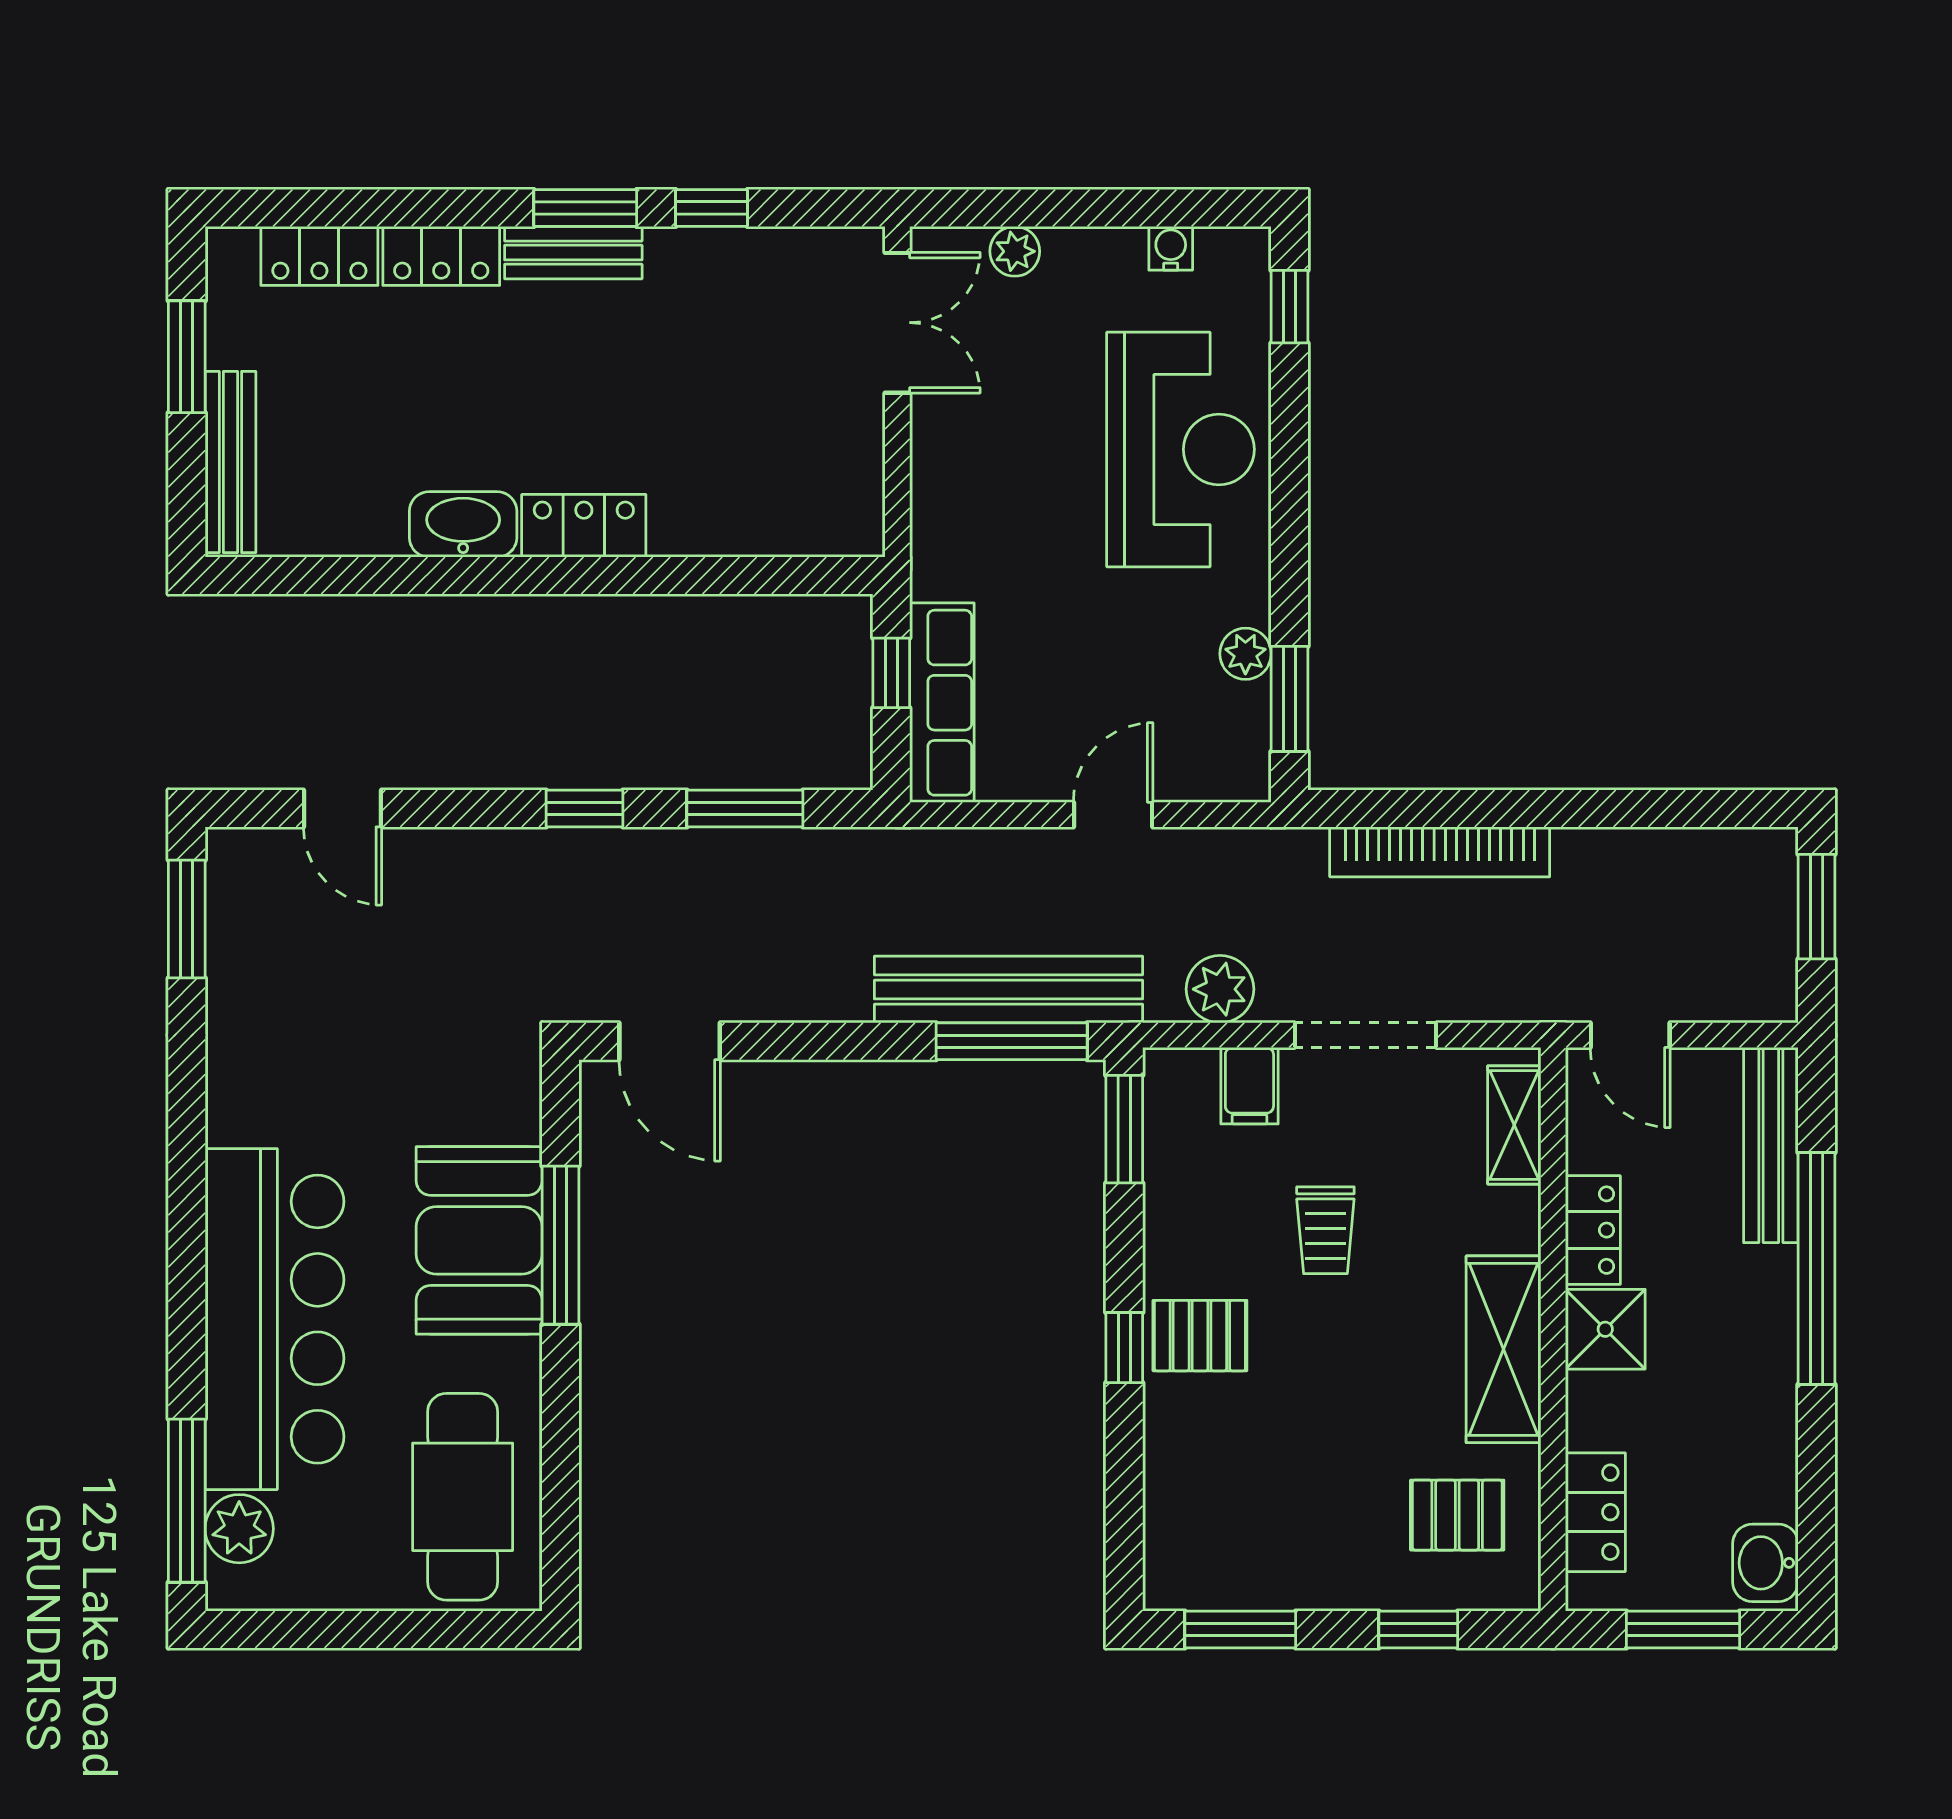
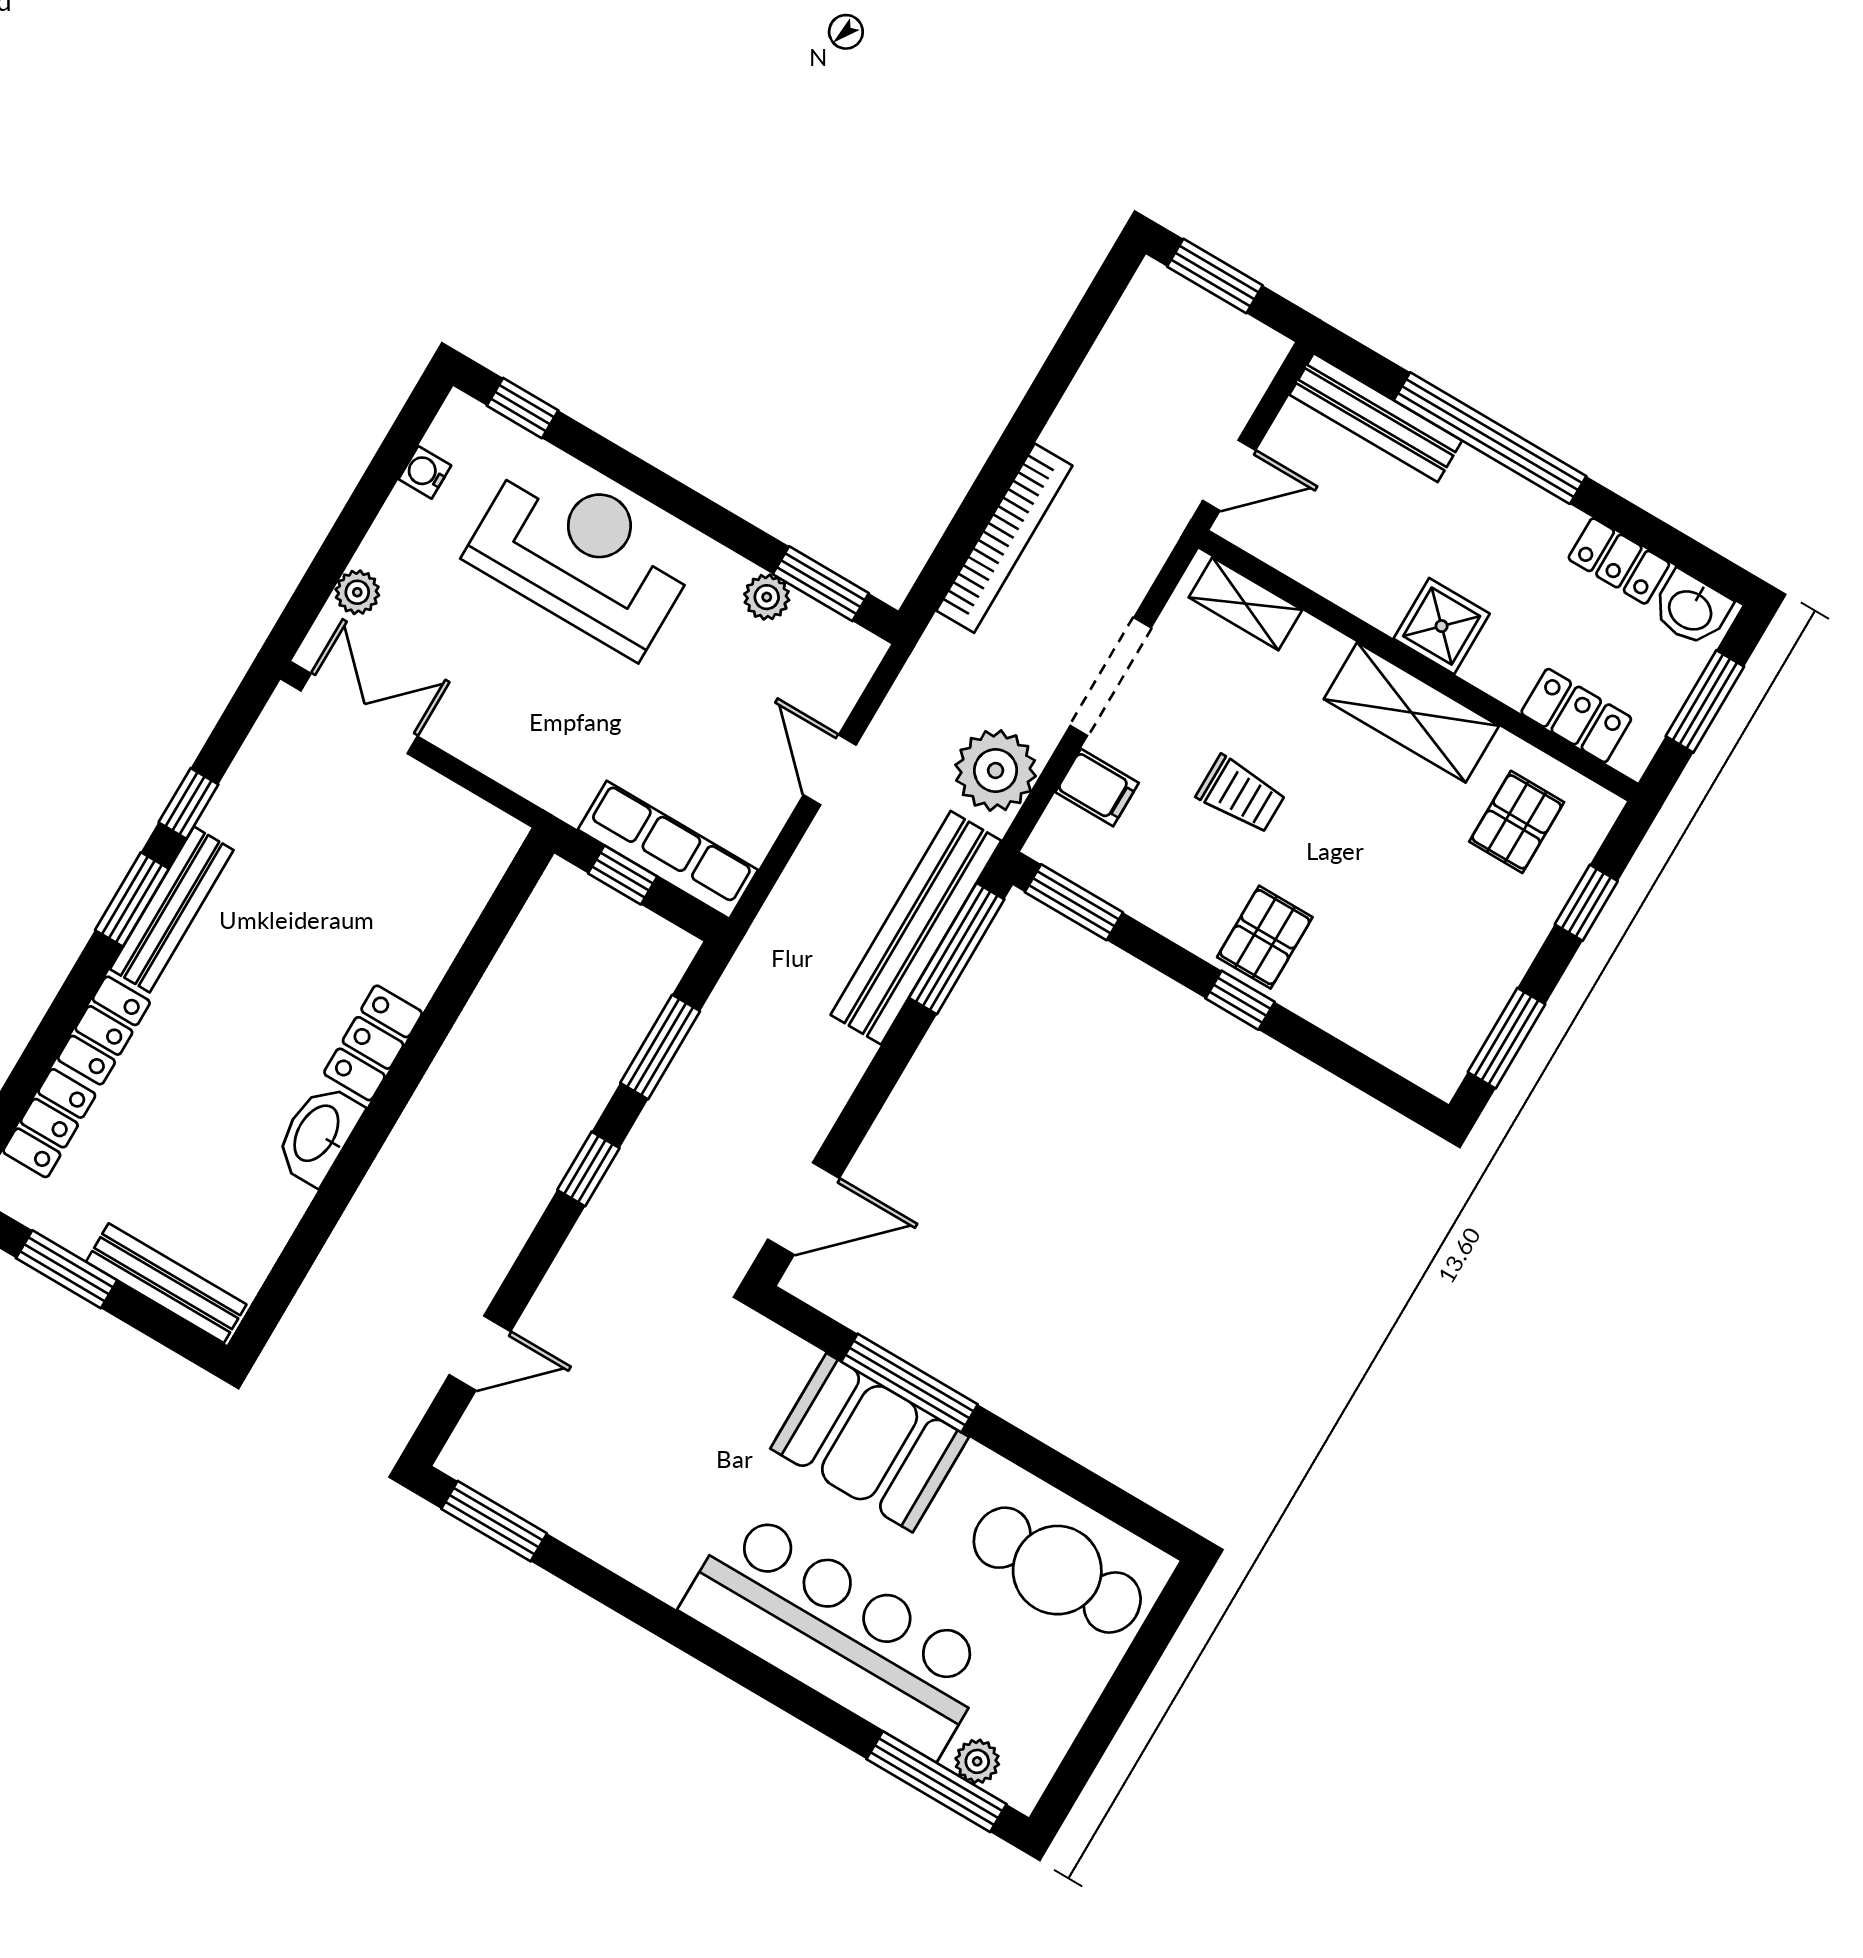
bench: (573, 253) -> (172, 910), width x1.36
plant: (1220, 989) -> (996, 771), width x1.36, depth x1.36
locker: (1593, 1230) -> (1619, 561), moved, turned 180
plant: (239, 1529) -> (977, 1761), width x0.73, depth x0.73

